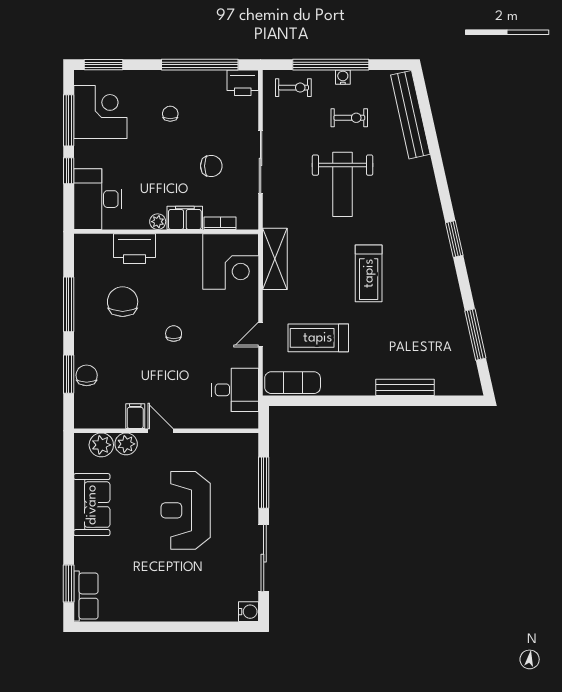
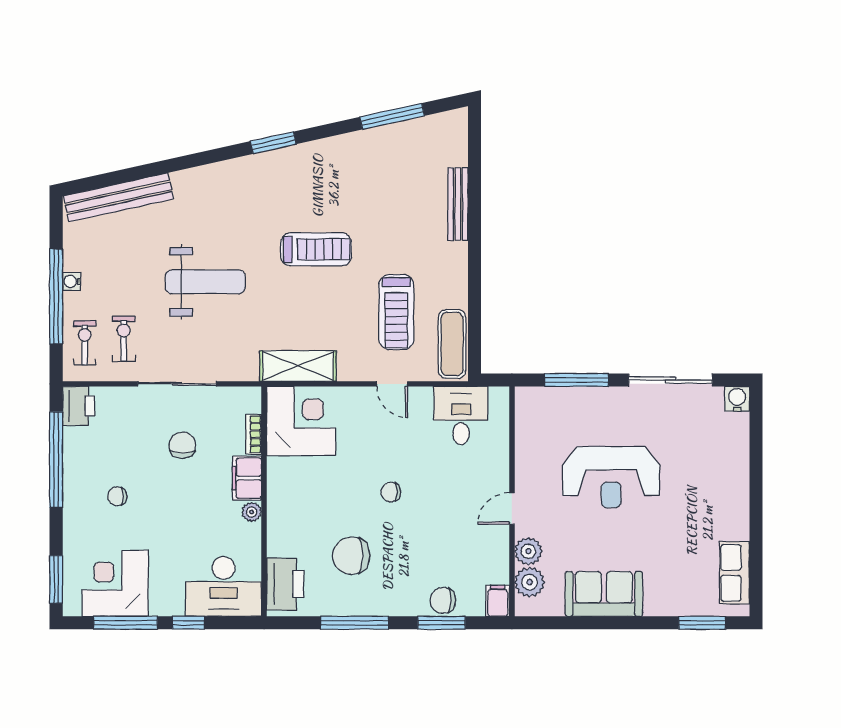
exercise bike: (349, 118) -> (124, 339), moved
printer: (135, 249) -> (285, 584), moved
filing cabinet: (135, 416) -> (498, 601), moved, turned 90
row of seats: (86, 596) -> (735, 573), moved, turned -90

